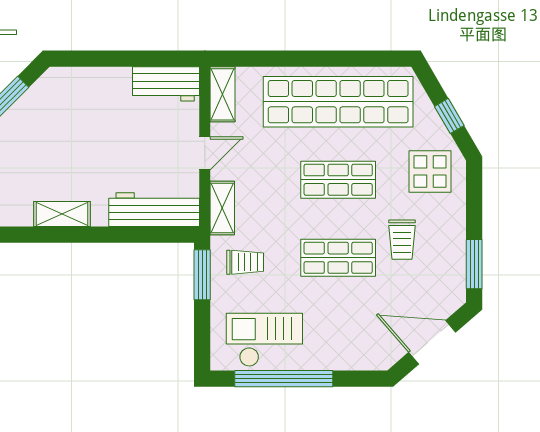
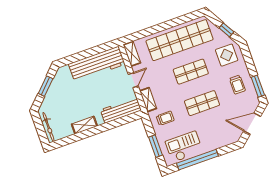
workbench: (166, 84) -> (97, 64), width x1.88, depth x1.32
trolley: (402, 240) -> (237, 85), moved
window: (202, 275) -> (156, 146), moved

